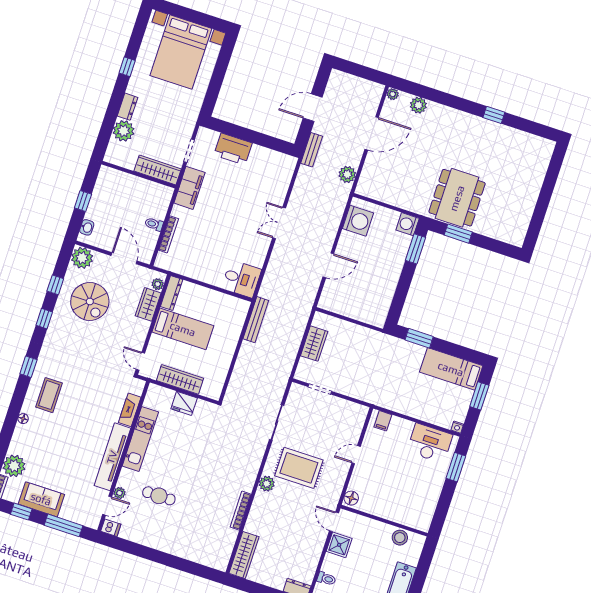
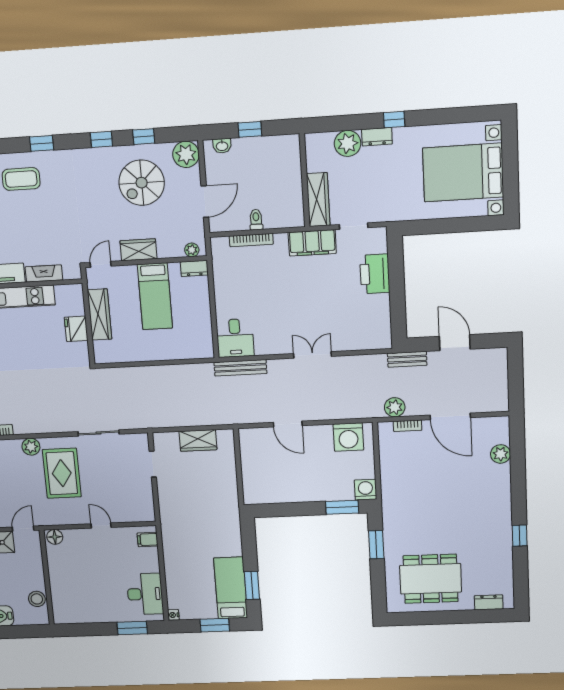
window: (127, 67) -> (394, 120), moved
plant: (393, 94) -> (503, 423), removed
dresser: (543, 161) -> (489, 602), added
bookcase: (367, 170) -> (407, 426), added
dining table: (457, 198) -> (431, 579), moved
dresser: (172, 293) -> (194, 268), width x0.70
wardrobe: (148, 304) -> (138, 250), moved
bench: (256, 320) -> (240, 368), moved
window: (419, 338) -> (252, 585), moved

